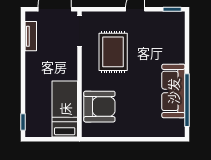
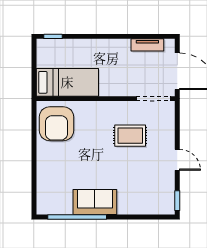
rug: (113, 52) -> (130, 136), width x0.73, depth x0.70
sofa: (173, 91) -> (95, 202), width x0.73
armchair: (99, 107) -> (57, 124), moved

